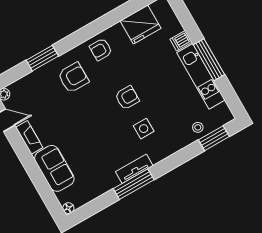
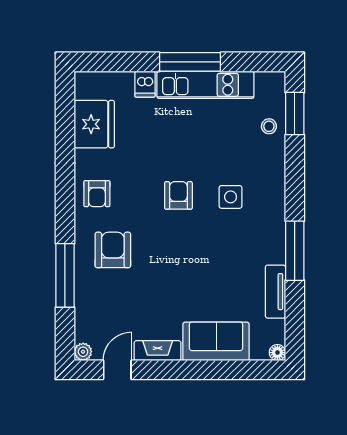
window: (42, 58) -> (65, 275), width x1.44
tv unit: (134, 169) -> (275, 292), moved

